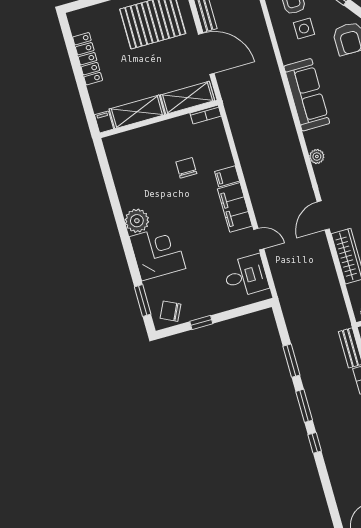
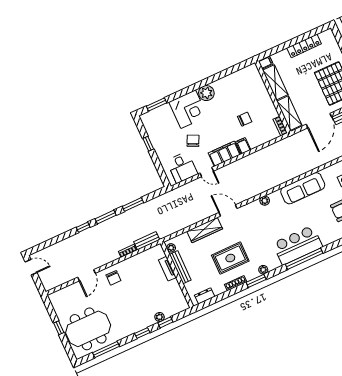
door: (259, 239) -> (207, 172), hinge flipped
chair: (171, 311) -> (193, 141), moved

